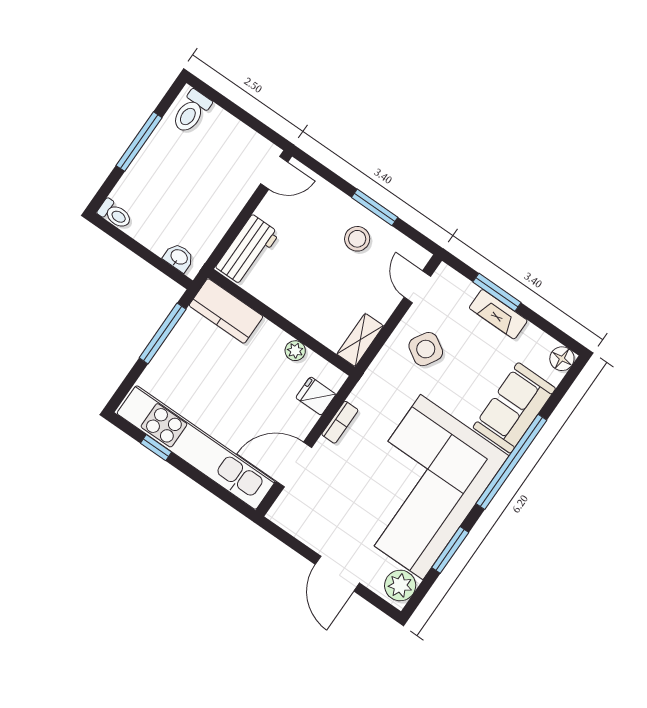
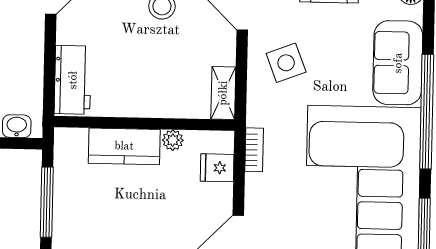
kitchen counter: (226, 311) -> (124, 146), moved
side table: (426, 349) -> (286, 63), turned 38
bookcase: (340, 422) -> (254, 150), moved

